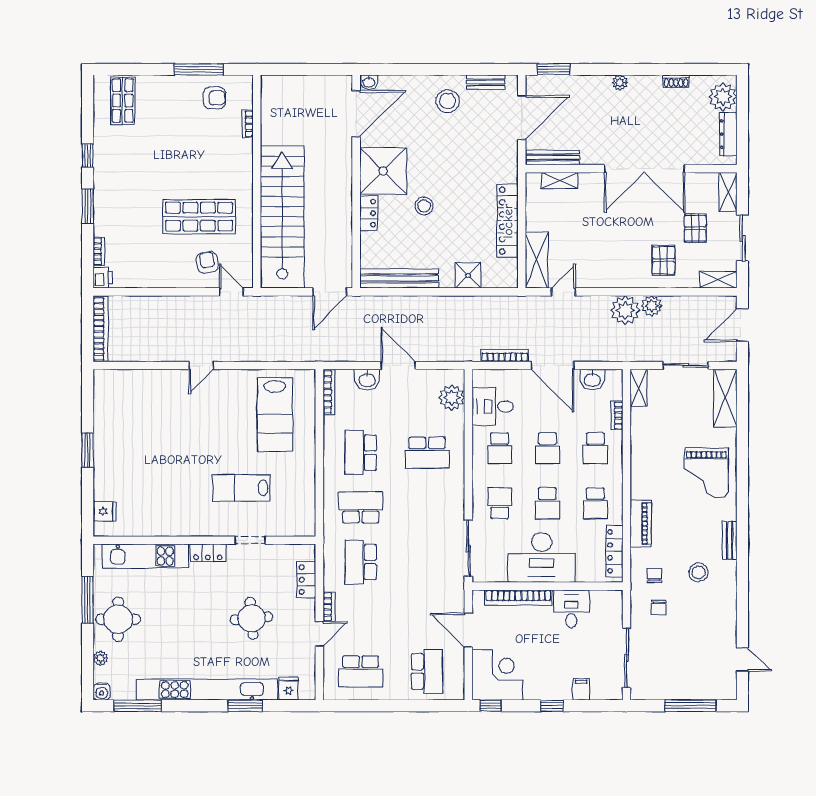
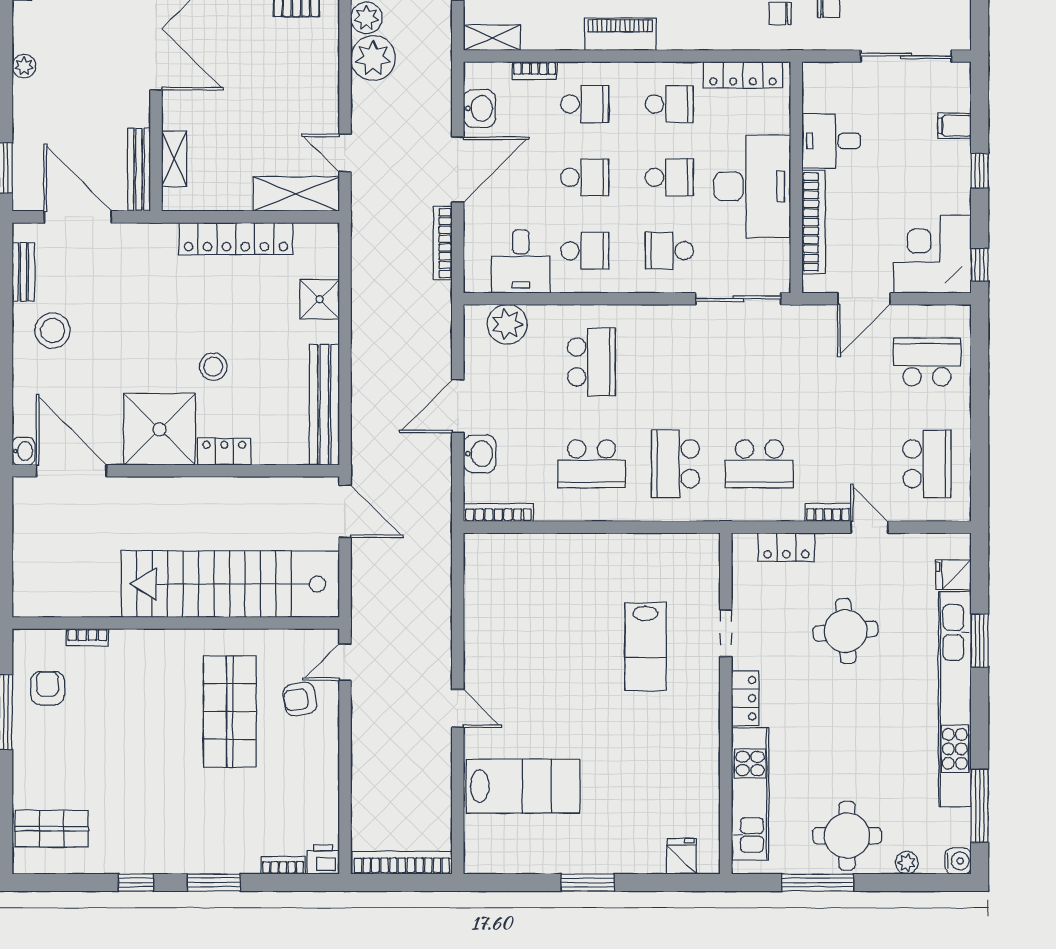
lab bench: (275, 415) -> (523, 786), moved
piano: (641, 524) -> (620, 34), moved

